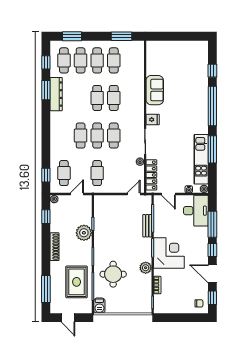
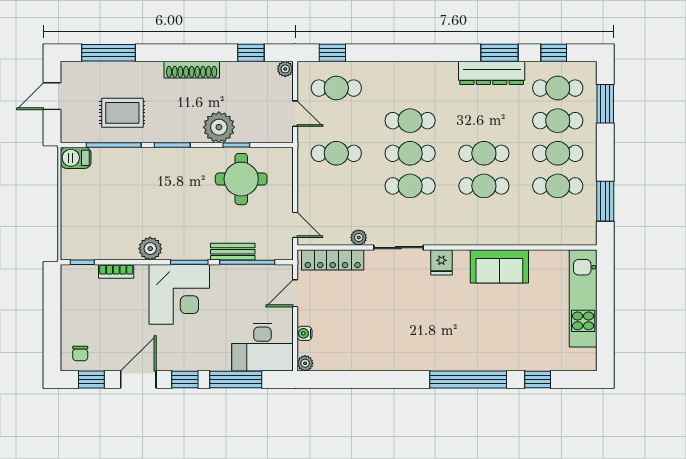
window: (212, 149) -> (383, 380), removed
kitchen unit: (201, 159) -> (583, 298), moved, turned -90
round table: (113, 274) -> (241, 179), moved
rug: (77, 282) -> (122, 113), width x0.73, depth x0.70

